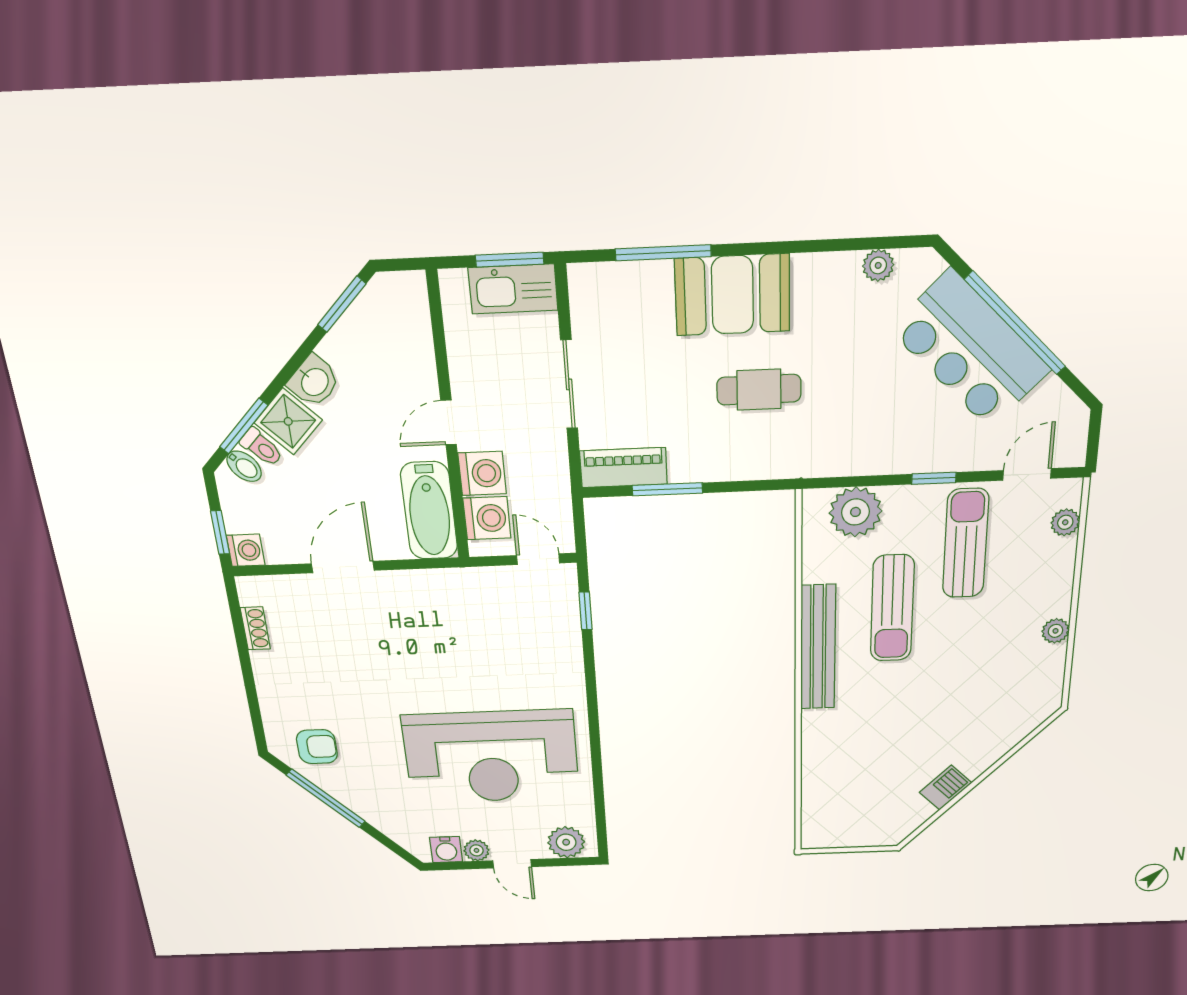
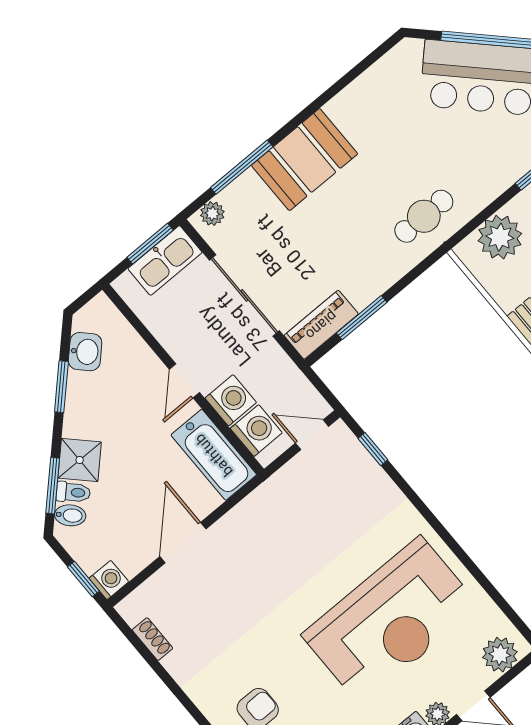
plant: (878, 265) -> (212, 214), moved
window: (342, 304) -> (61, 387), moved
washbasin: (314, 381) -> (85, 352), moved
sliding door: (569, 384) -> (244, 295), width x1.37
cafe table: (759, 390) -> (424, 216), moved

